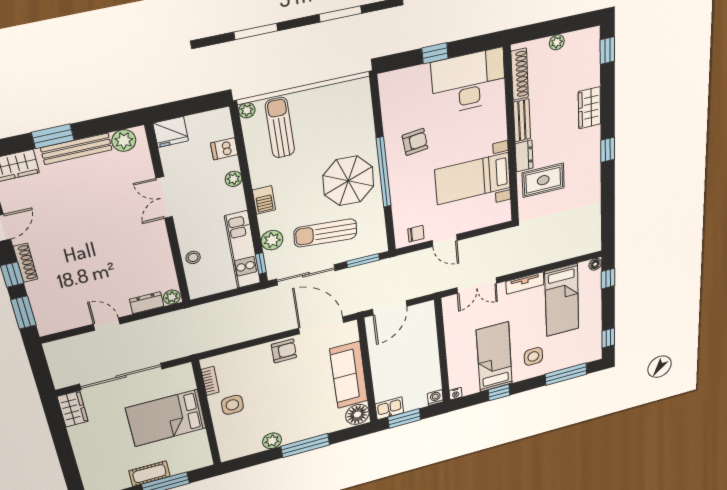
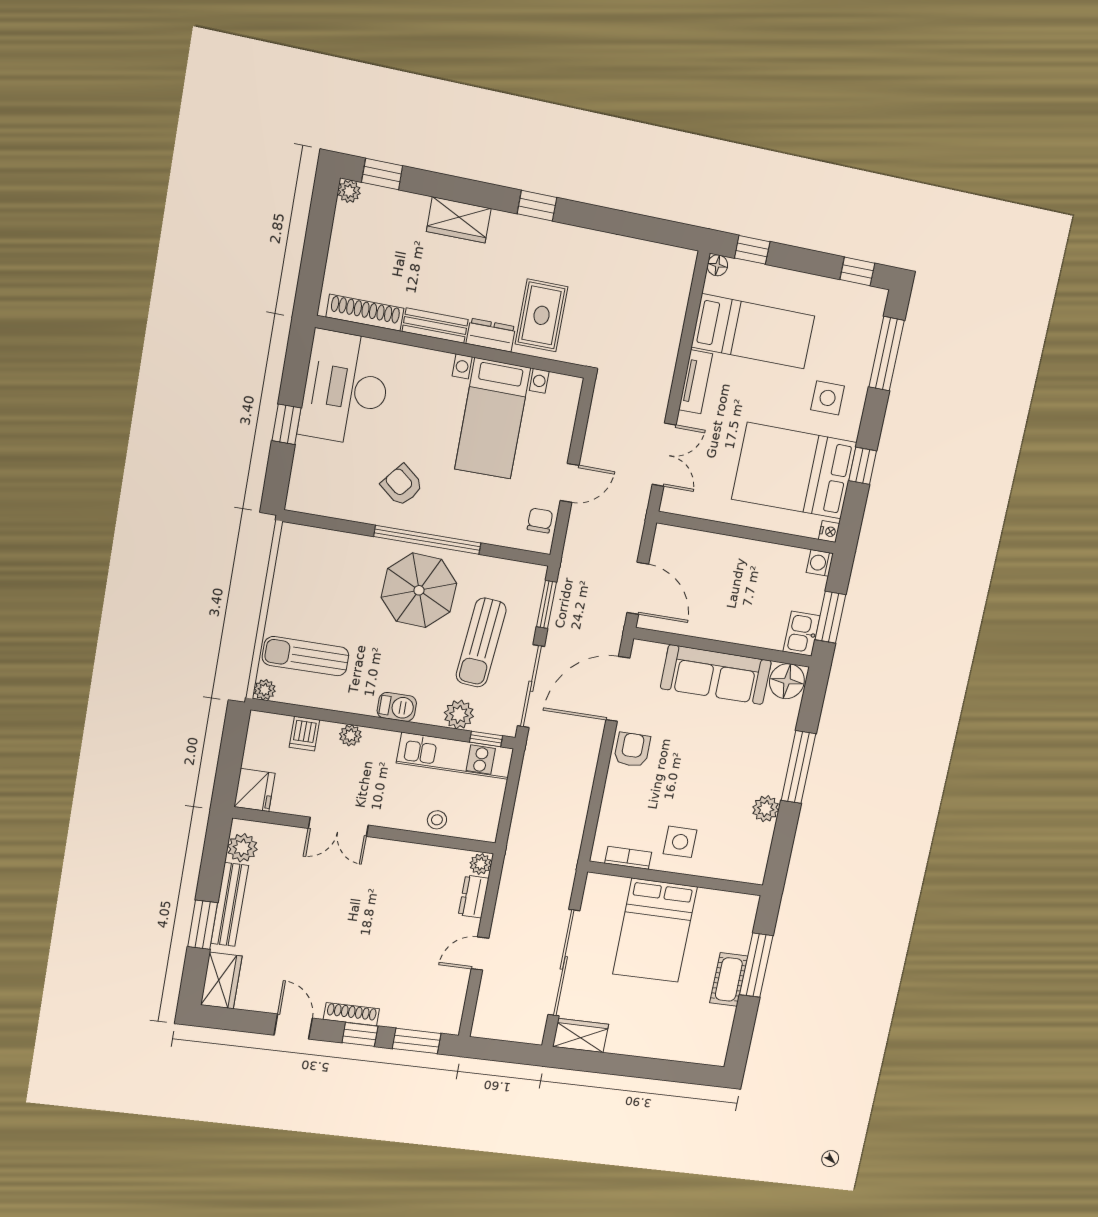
plant: (557, 42) -> (349, 191), moved
armchair: (415, 142) -> (402, 485), turned -45
bed: (494, 357) -> (794, 471), width x1.50

